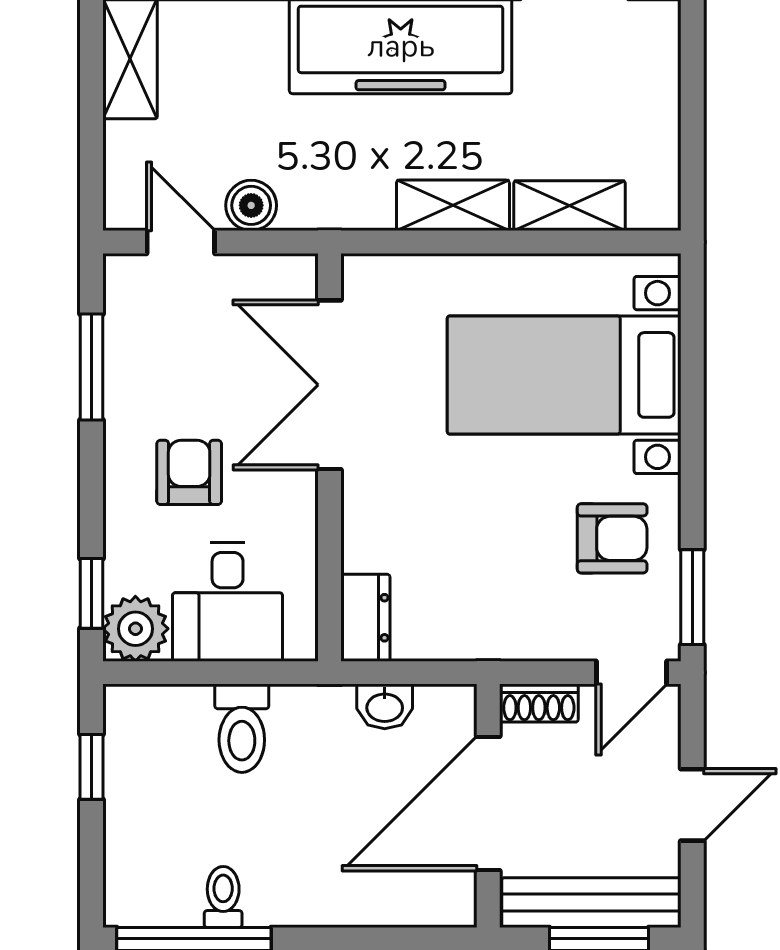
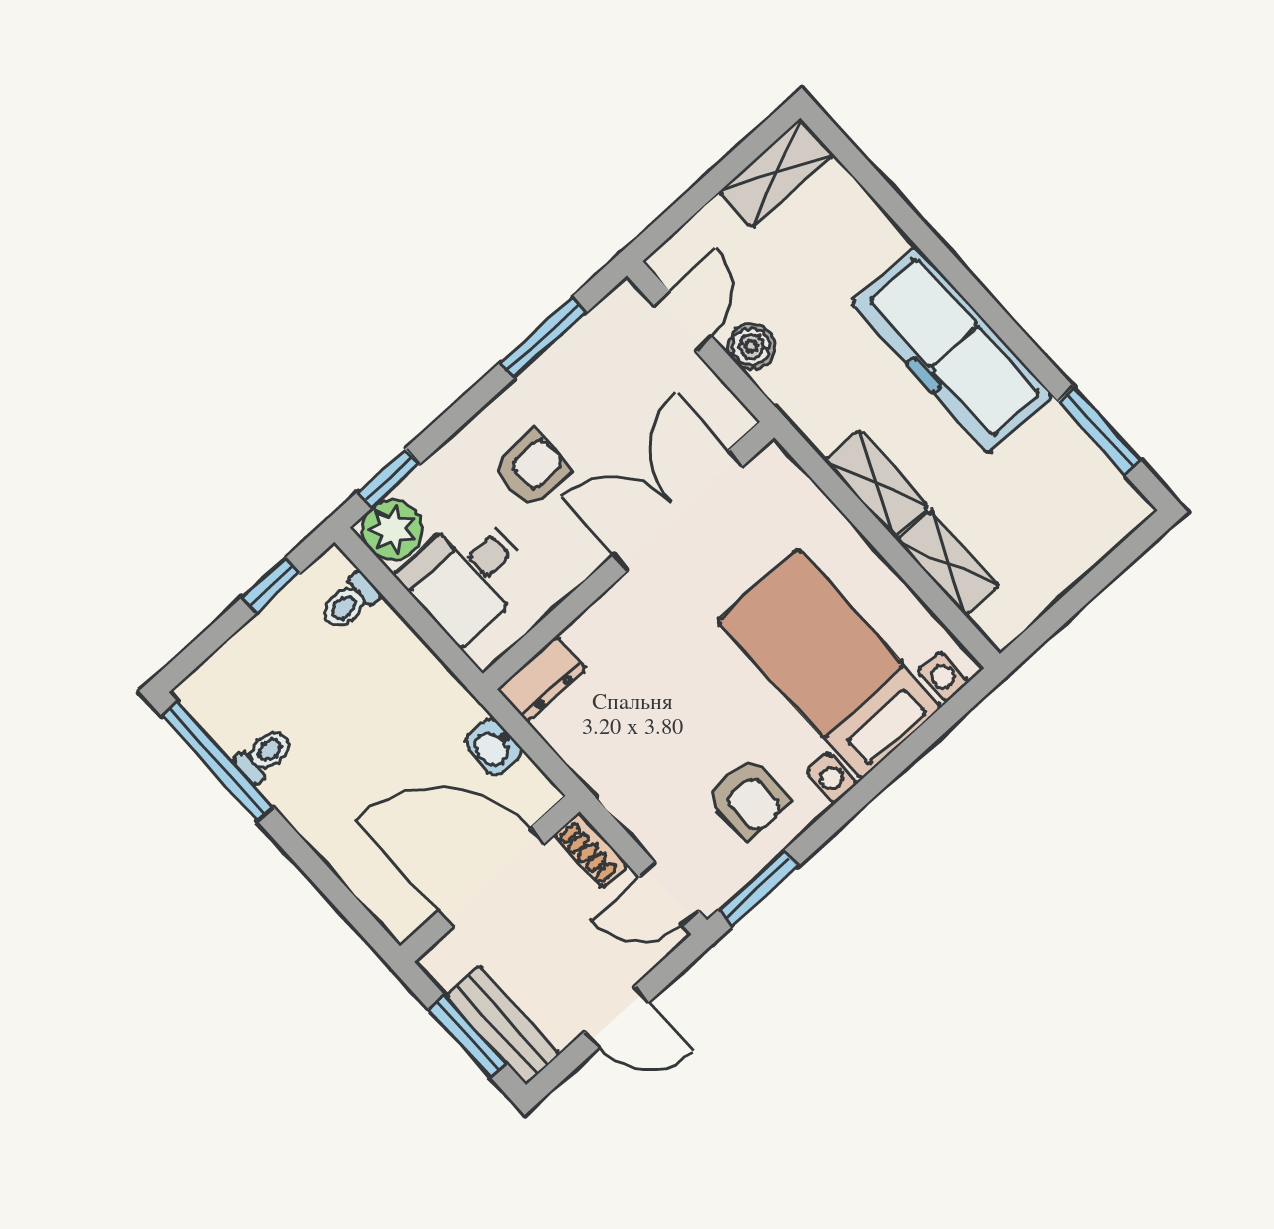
toilet: (242, 728) -> (350, 602), moved, width x0.73, depth x0.72
bench: (591, 903) -> (503, 1025), width x0.73

